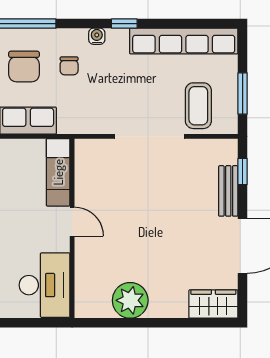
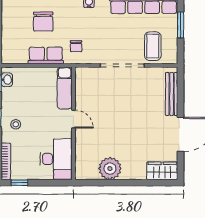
chair: (69, 66) -> (76, 46), moved
window: (243, 94) -> (181, 25), moved
window: (243, 172) -> (181, 88), removed
bench: (228, 191) -> (172, 94), width x1.36

